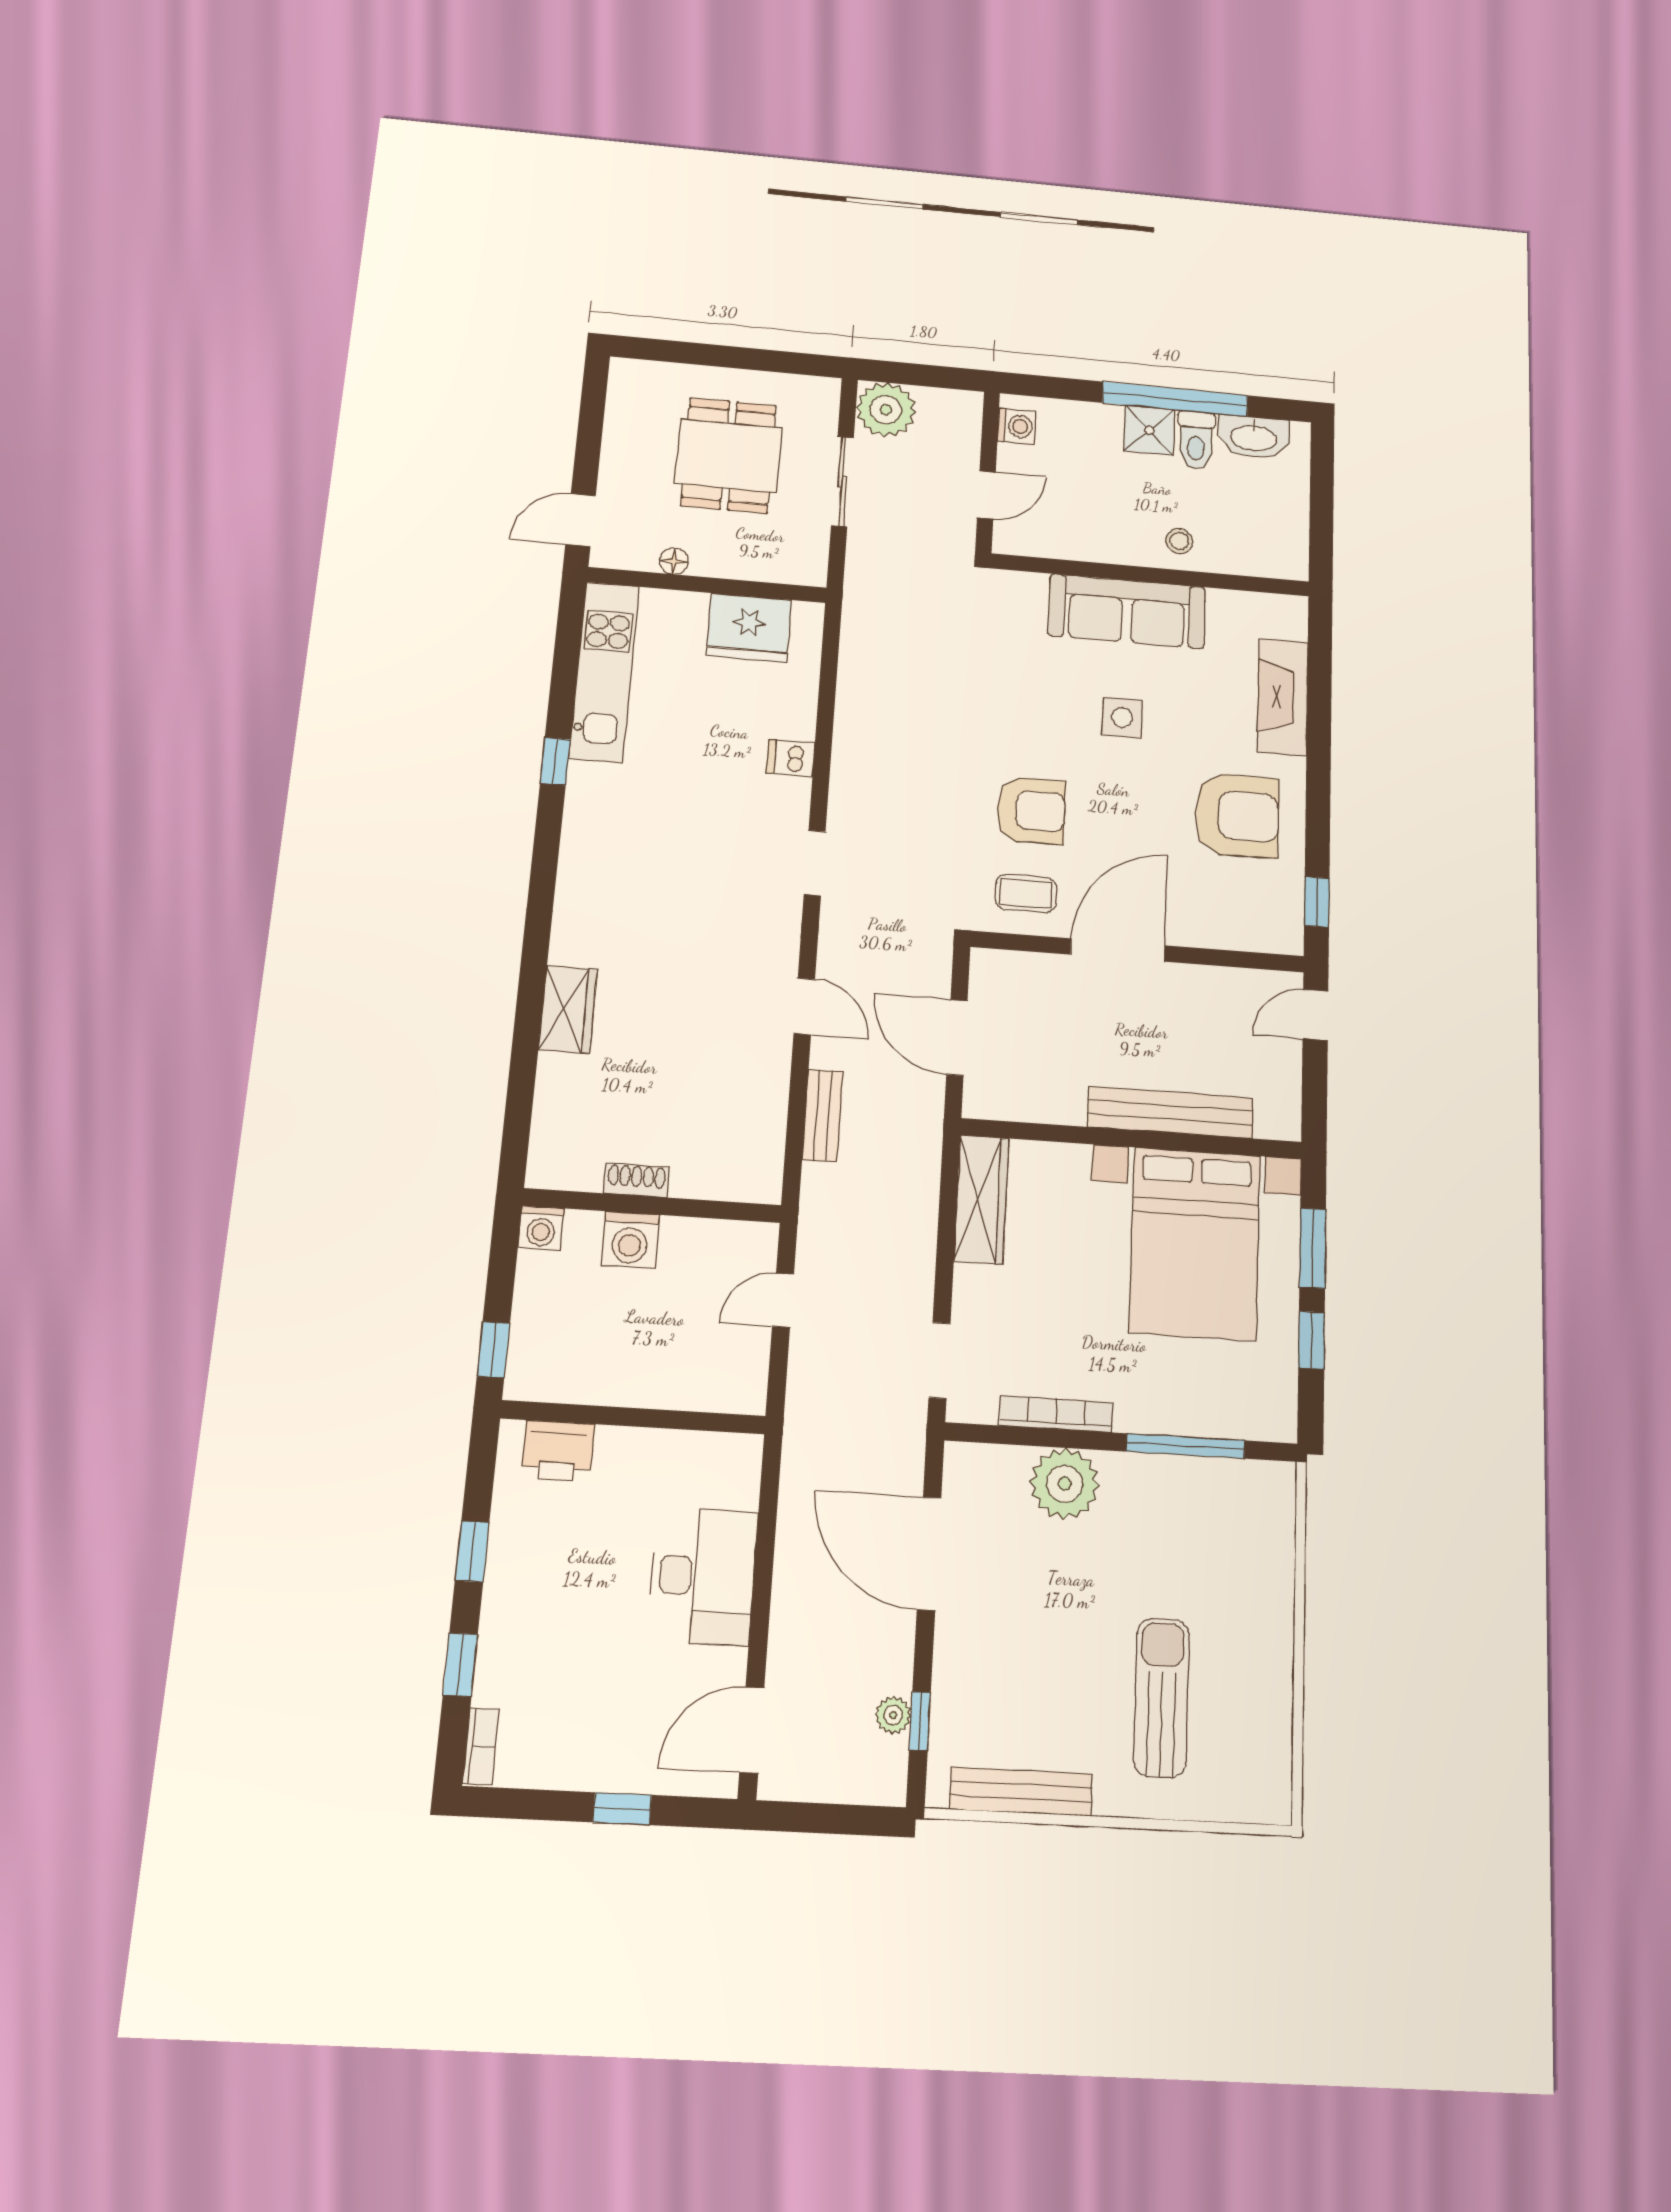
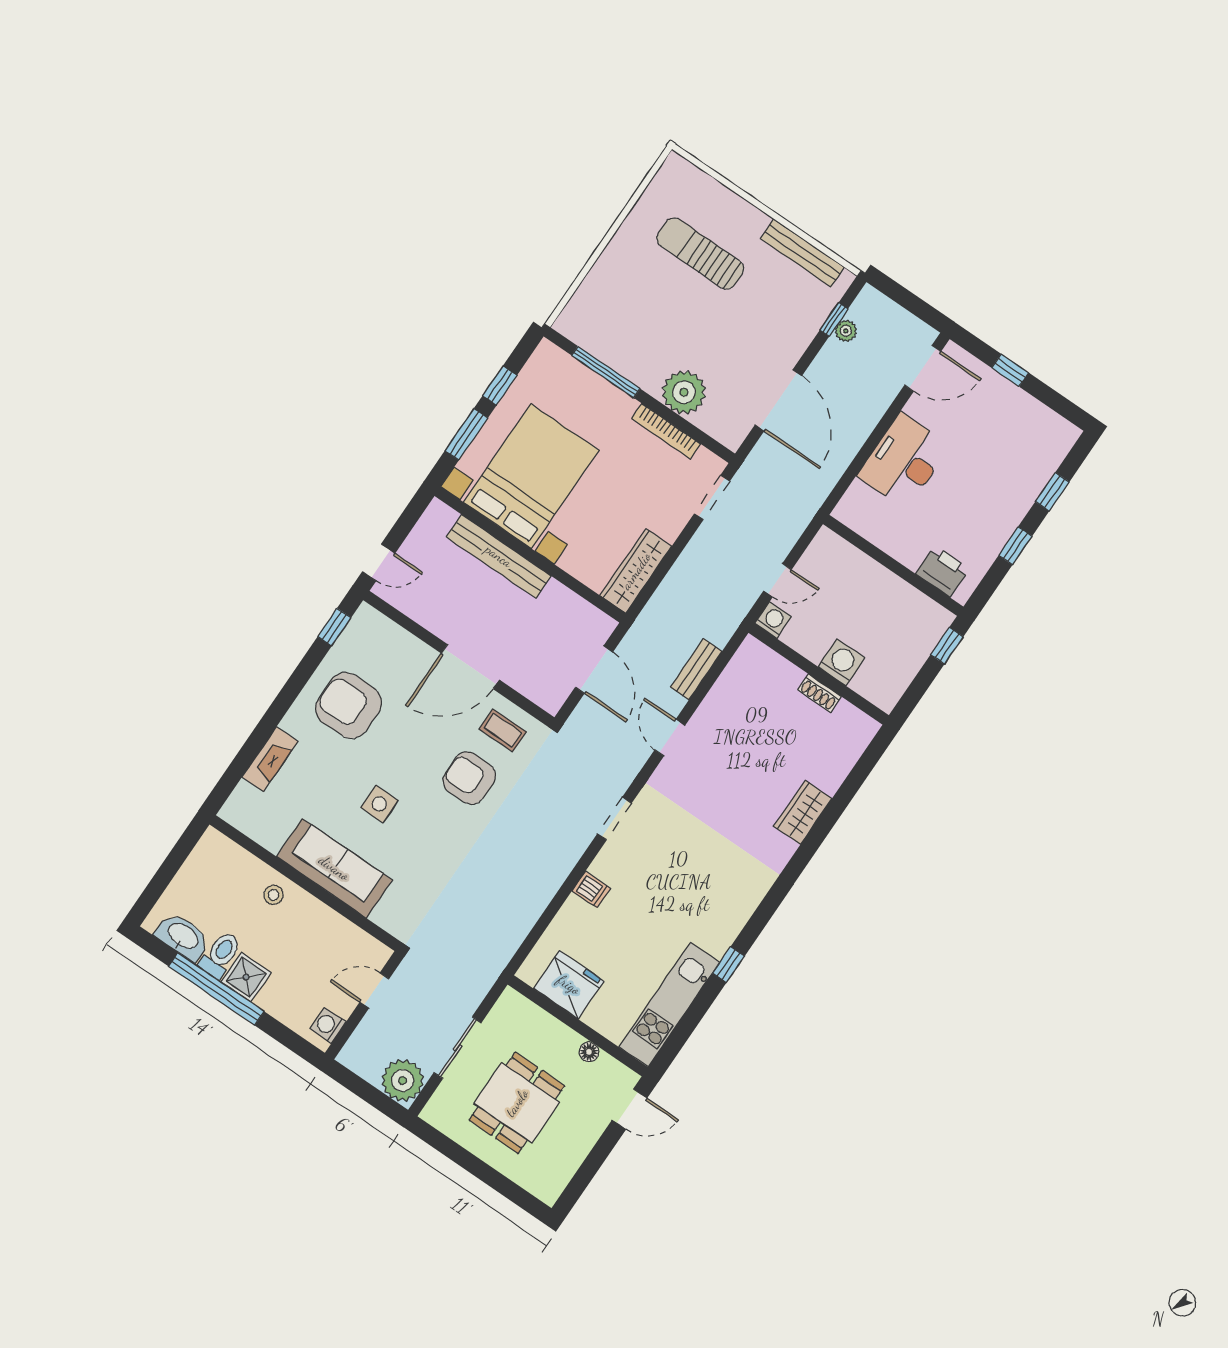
fireplace: (1283, 697) -> (270, 759), width x0.73, depth x0.76
washing machine: (541, 1228) -> (773, 620), moved
sun lounger: (1162, 1697) -> (700, 253), turned 90
bookcase: (481, 1746) -> (1064, 445), removed

